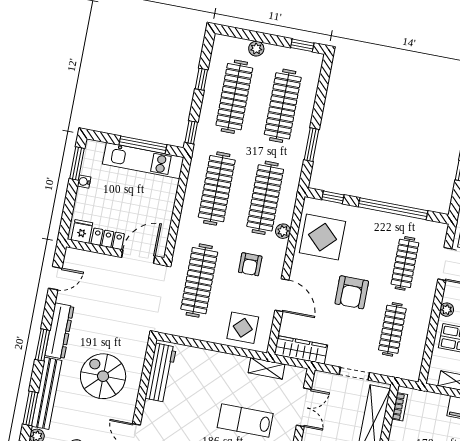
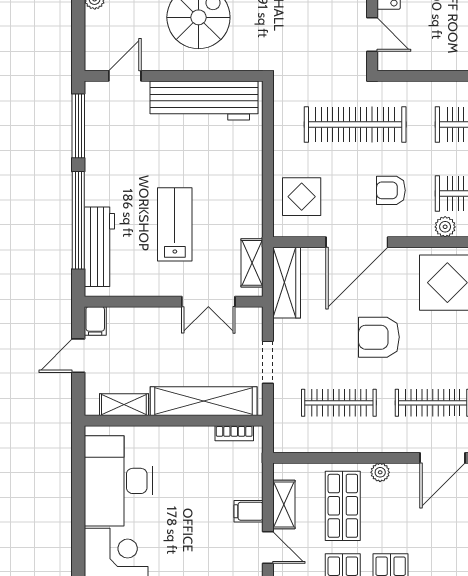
door: (138, 257) -> (372, 34), width x0.73
door: (282, 295) -> (357, 242), width x1.36
shelving: (267, 368) -> (252, 263), moved
workbench: (161, 373) -> (204, 101), width x1.36, depth x1.32

